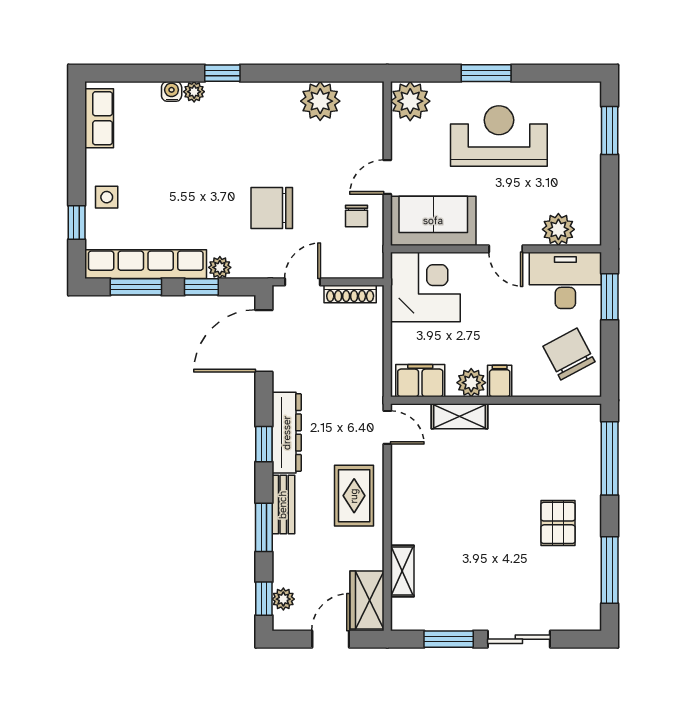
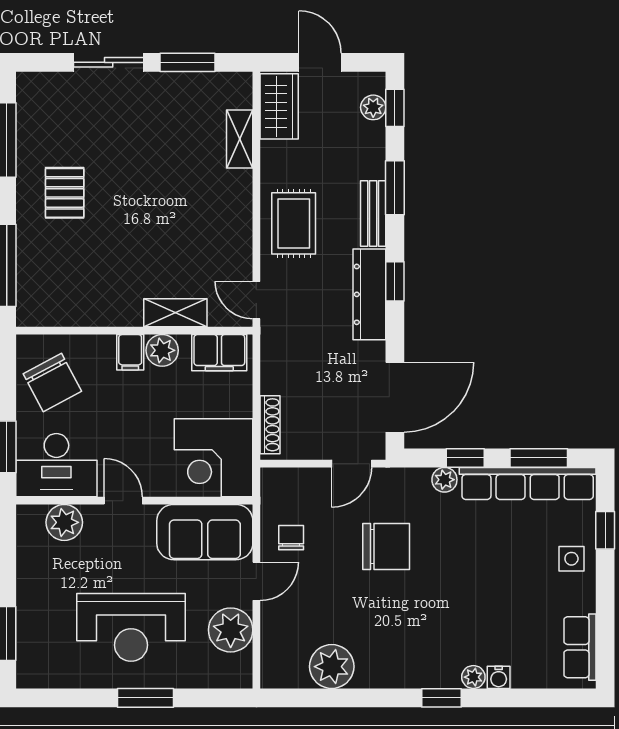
plant: (410, 101) -> (231, 630), moved
shoe rack: (350, 294) -> (270, 425), moved, turned 90
door: (331, 639) -> (320, 62), swing flipped

